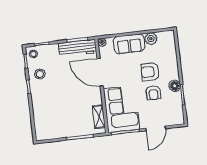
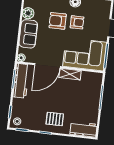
armchair: (150, 72) -> (58, 21), turned 90
stool: (40, 74) -> (36, 120), removed
pallet: (45, 93) -> (55, 119), added
shelving: (99, 117) -> (70, 74), moved
workbench: (42, 126) -> (84, 129), added

